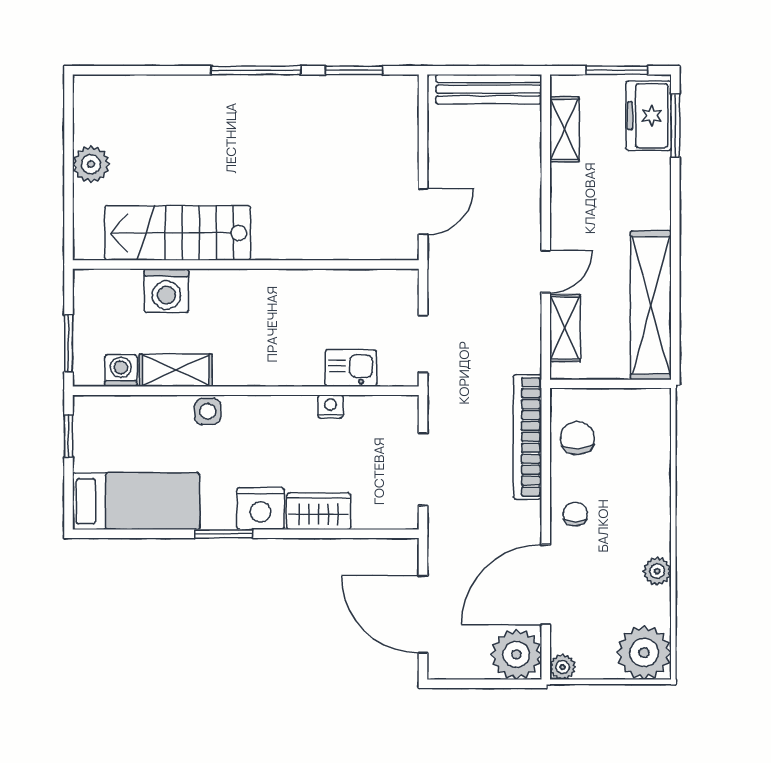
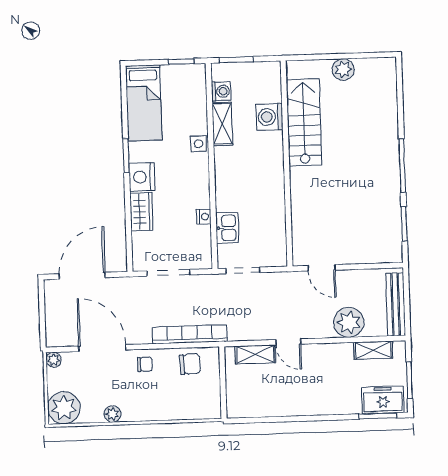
shelving: (651, 305) -> (270, 405), removed
plant: (516, 654) -> (349, 322), moved

